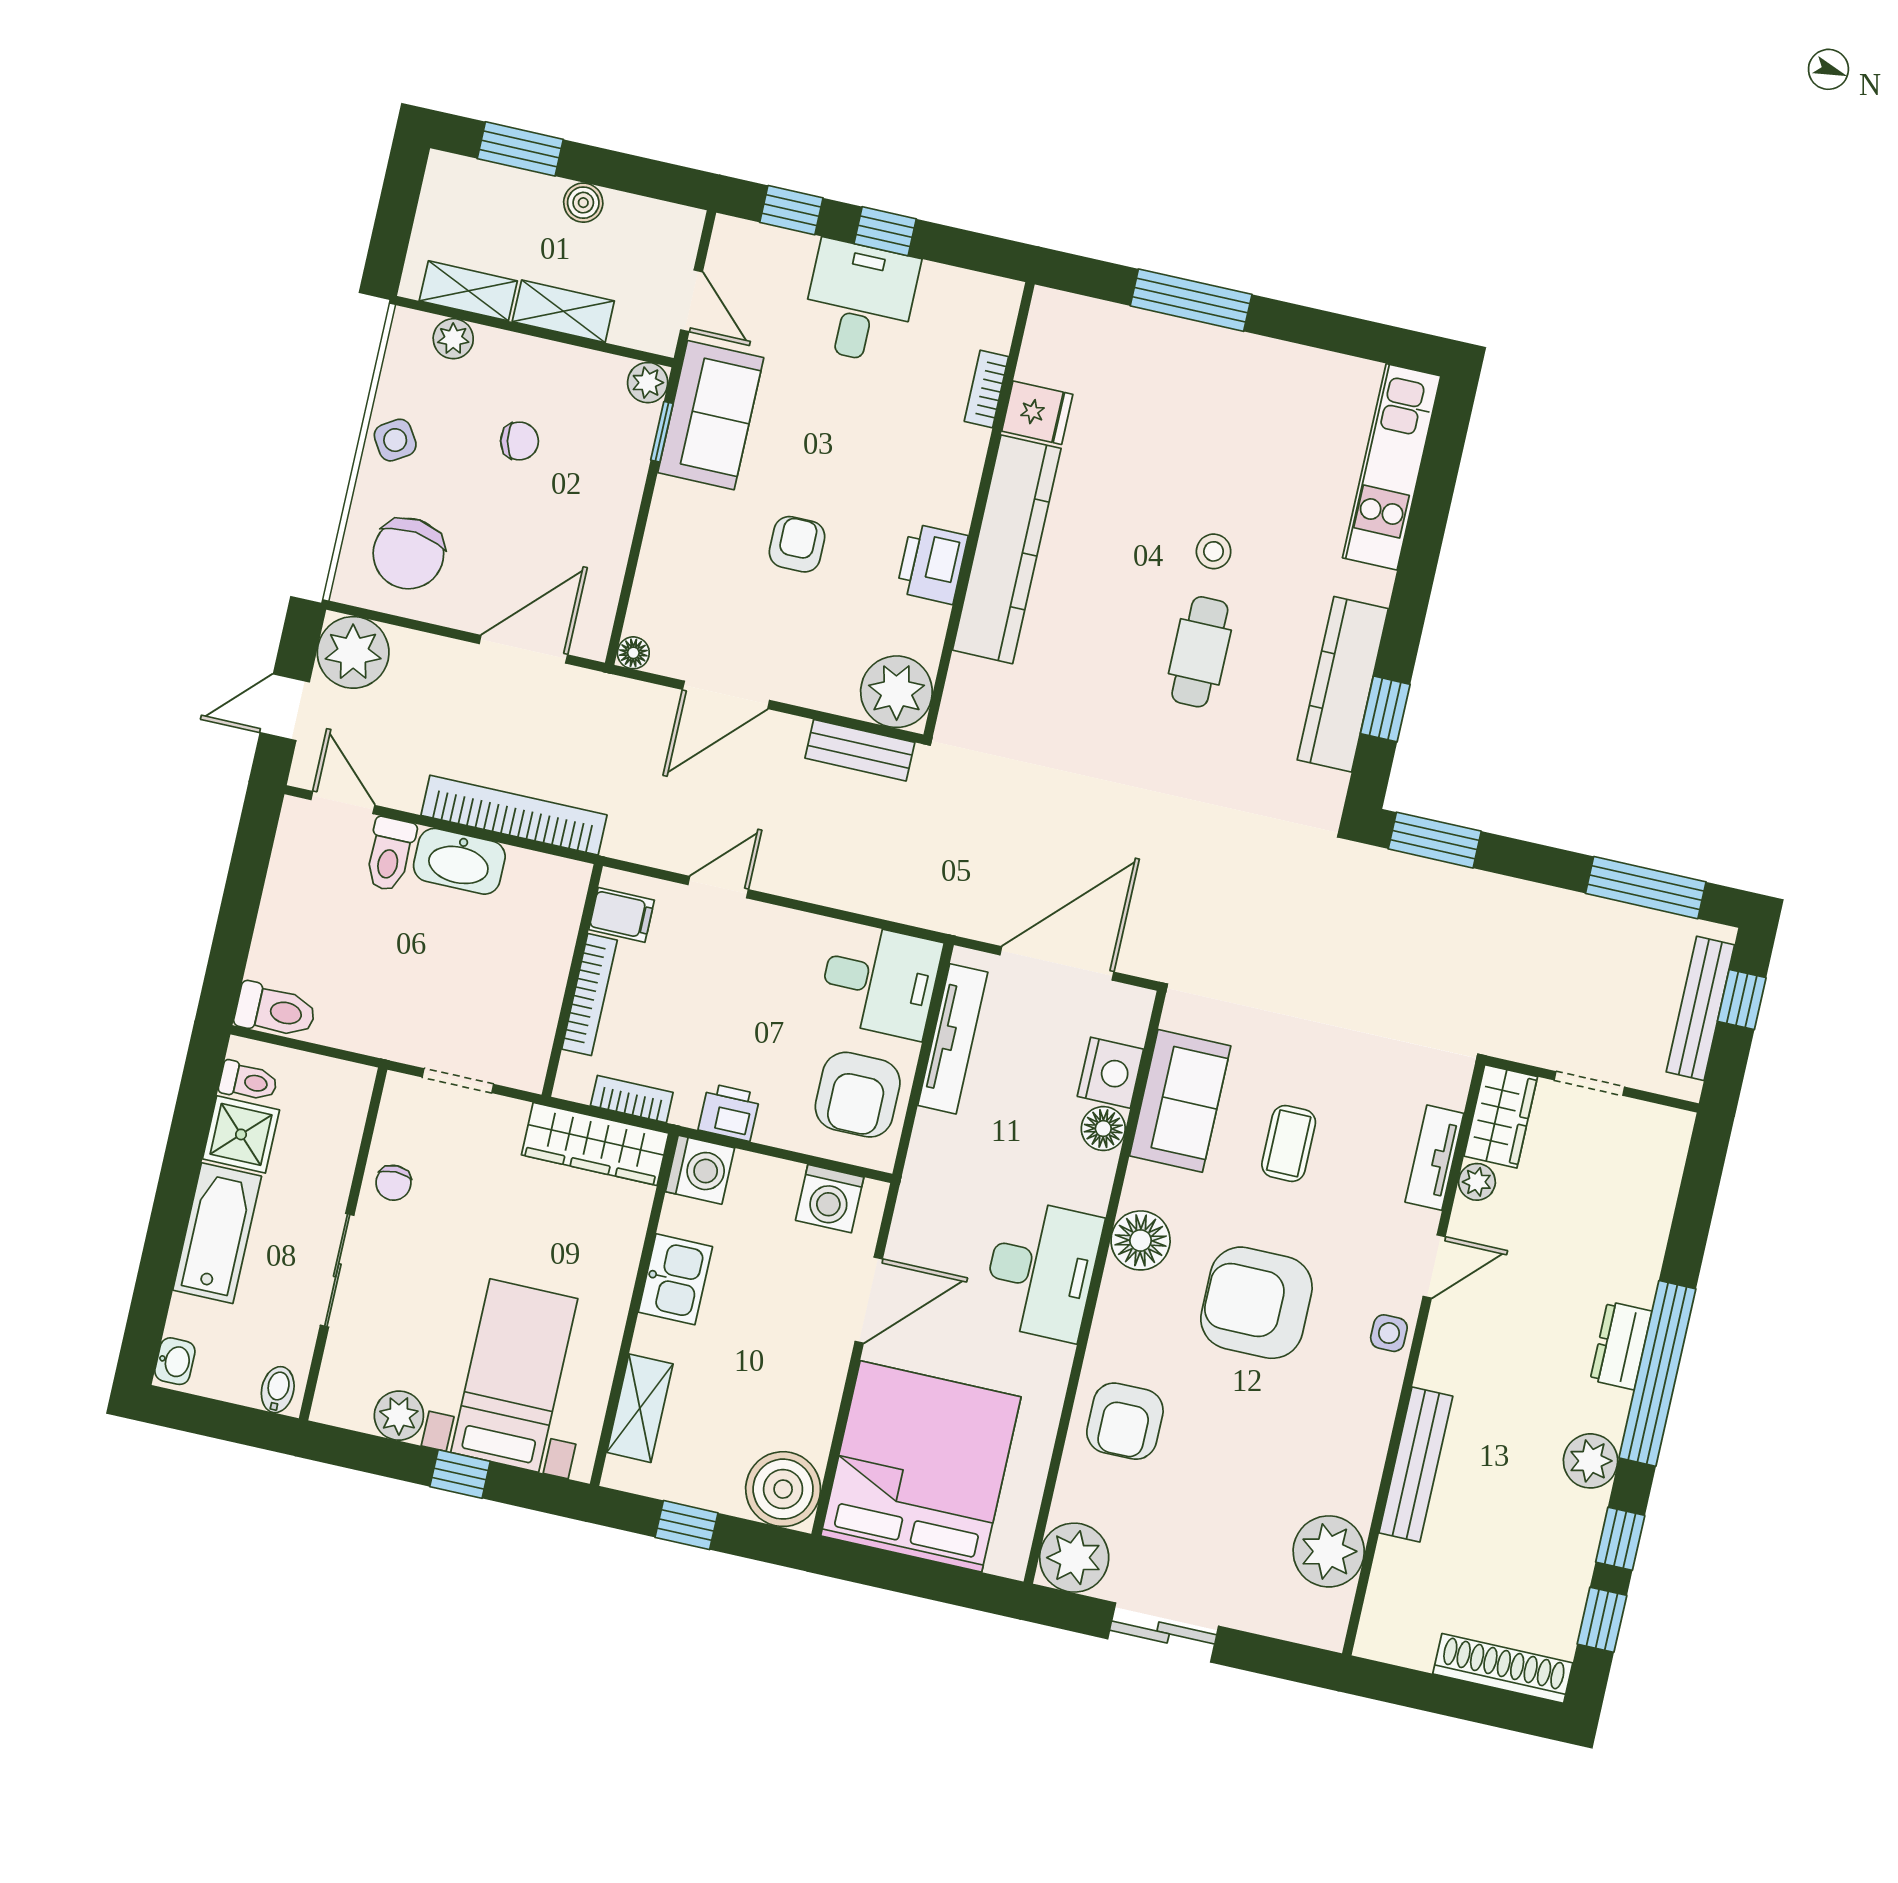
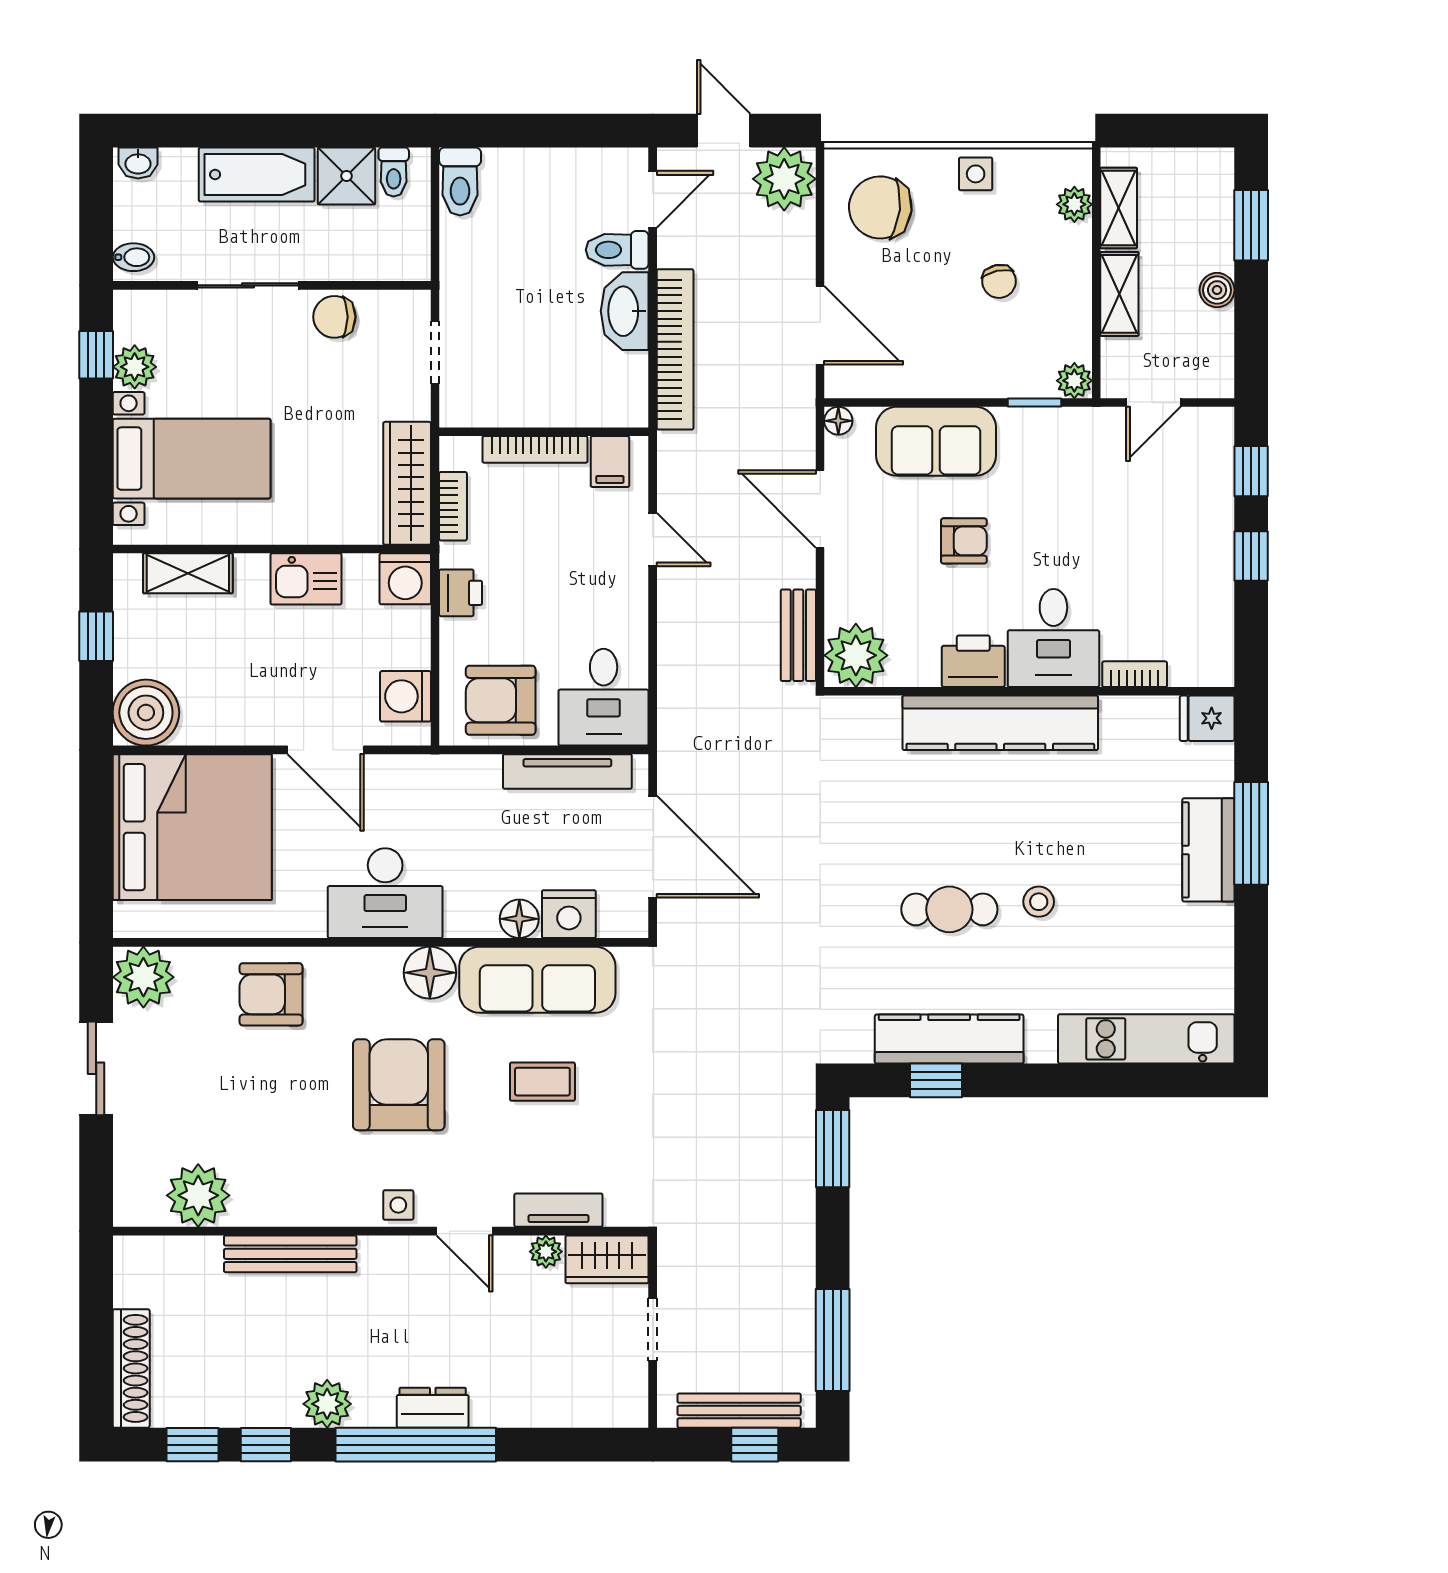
desk: (860, 302) -> (1053, 638), moved, turned 90
kitchen counter: (1199, 351) -> (1208, 850), added
fridge: (1037, 413) -> (1207, 718), moved, turned 90
sofa: (711, 415) -> (936, 441), moved
side table: (395, 440) -> (976, 174), turned 32
sofa: (1180, 1101) -> (537, 980), width x1.36
chair: (393, 1183) -> (334, 317), width x1.37, depth x1.37
window: (460, 1474) -> (96, 355), moved

